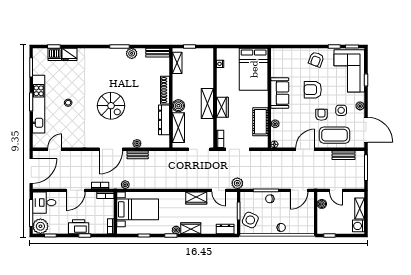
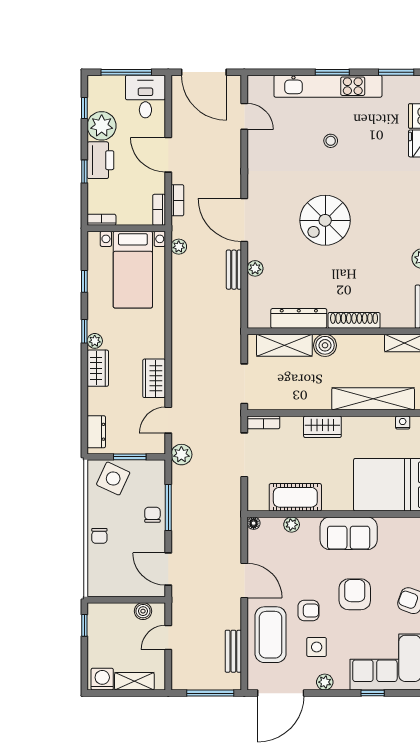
shelving: (207, 104) -> (373, 399), moved, width x1.47
plant: (40, 226) -> (102, 126), moved

